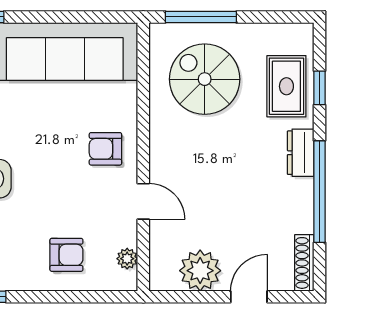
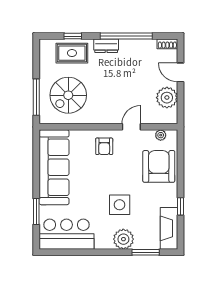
armchair: (66, 255) -> (159, 166), width x1.88, depth x1.88
shoe rack: (304, 263) -> (167, 44), width x0.70

